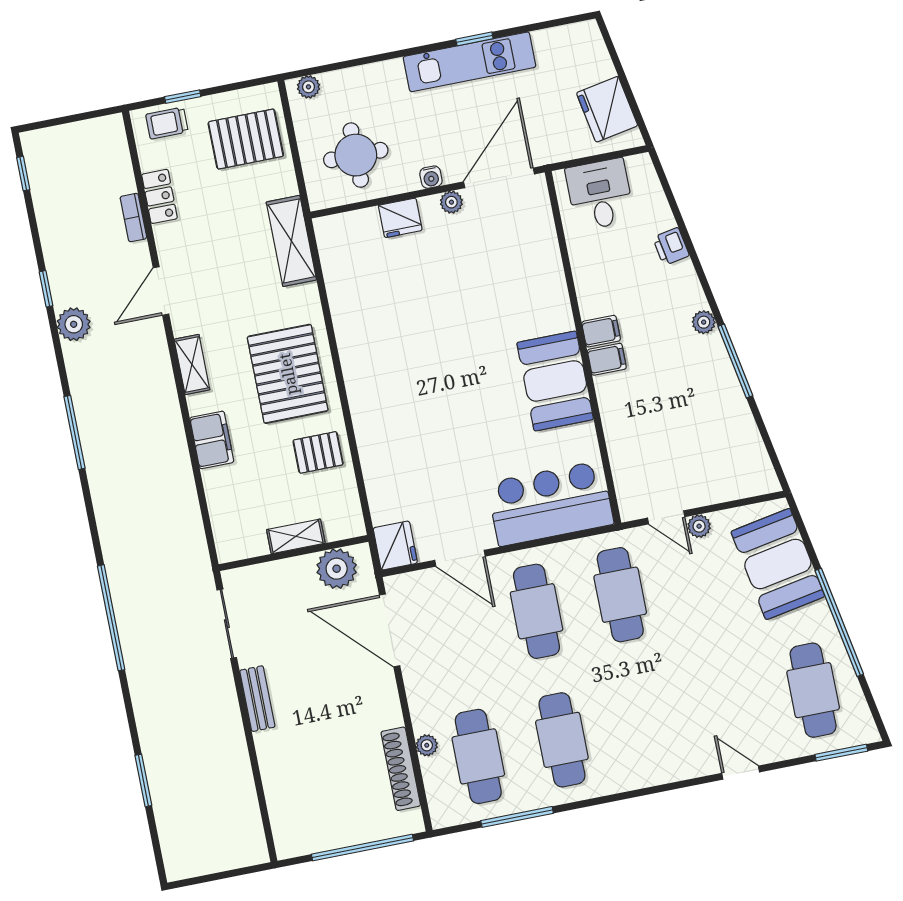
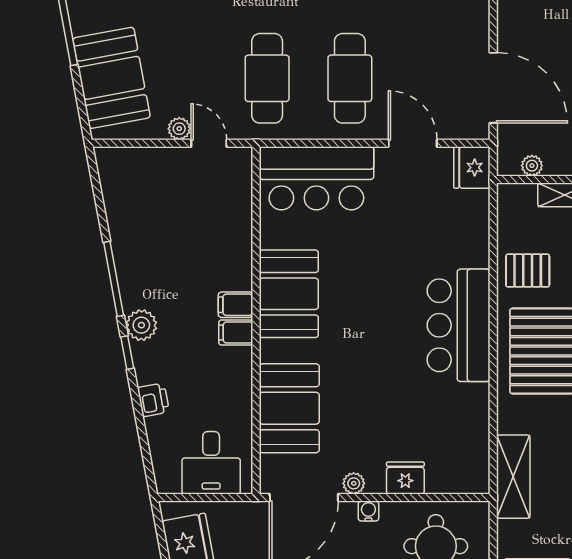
booth: (532, 265) -> (289, 408), added
window: (707, 289) -> (127, 353), added
plant: (704, 322) -> (141, 325), width x1.38, depth x1.38
bar counter: (377, 383) -> (459, 325), added
plant: (337, 569) -> (532, 166), width x0.53, depth x0.53

